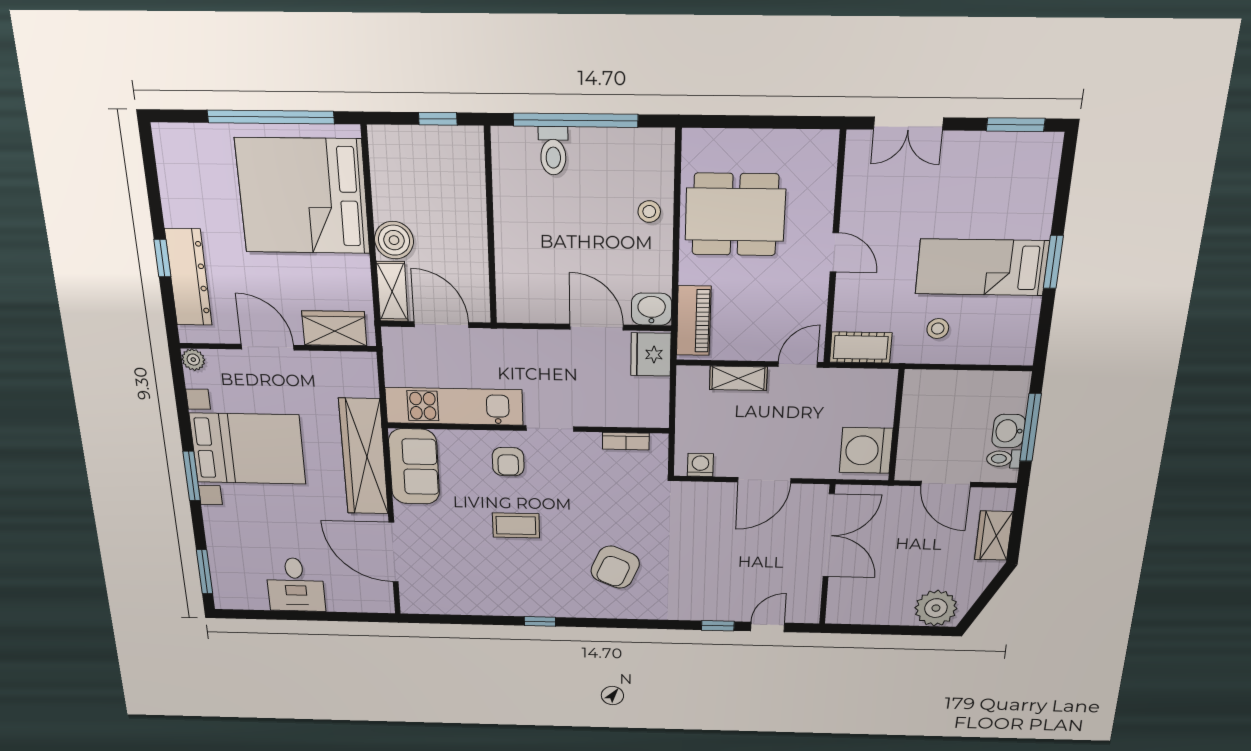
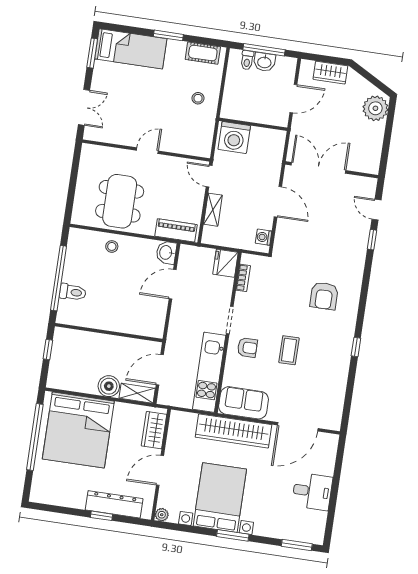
bed: (982, 267) -> (131, 49), moved, turned -90
cot: (861, 347) -> (203, 53), moved, turned 90
fridge: (651, 354) -> (225, 263), moved, turned 90
washing machine: (866, 450) -> (234, 137), moved
toilet: (1004, 459) -> (247, 60), moved
armchair: (615, 567) -> (324, 296), turned 67

